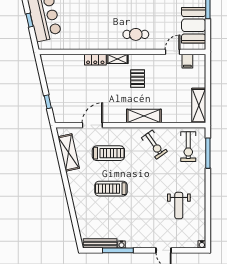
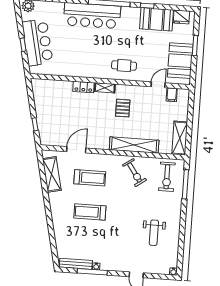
shelving: (144, 116) -> (134, 145), width x1.47

